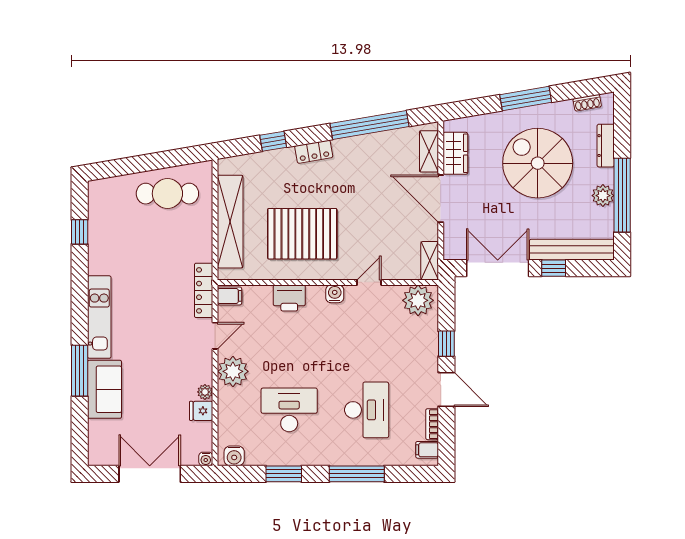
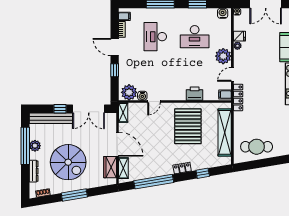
pallet: (302, 234) -> (188, 126), turned 90
water cooler: (335, 294) -> (142, 96), moved

